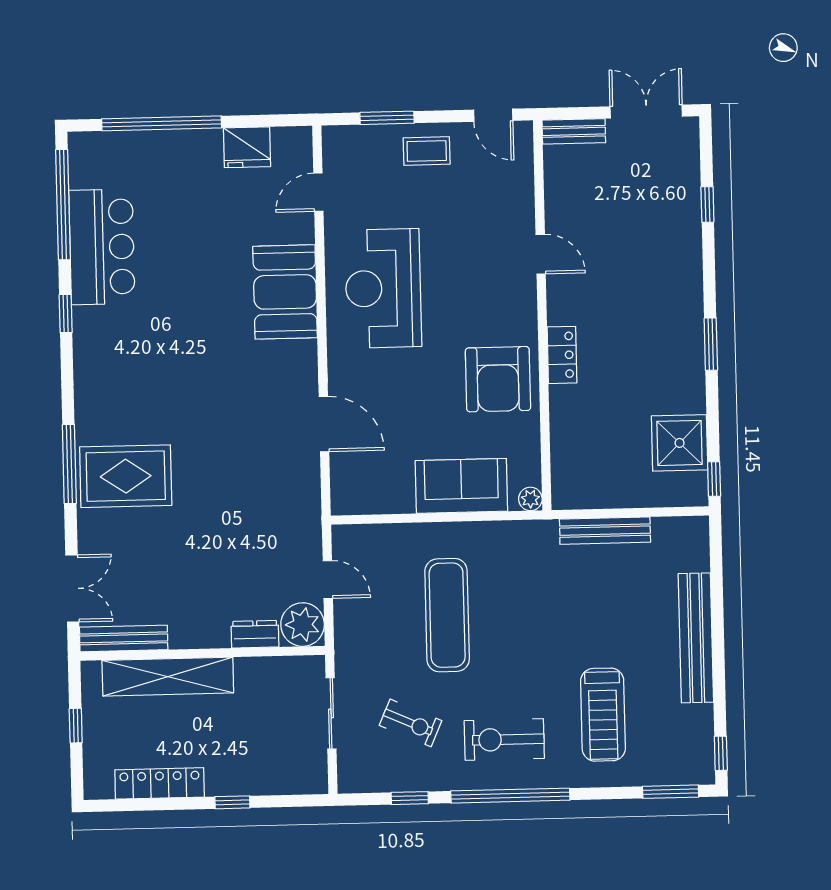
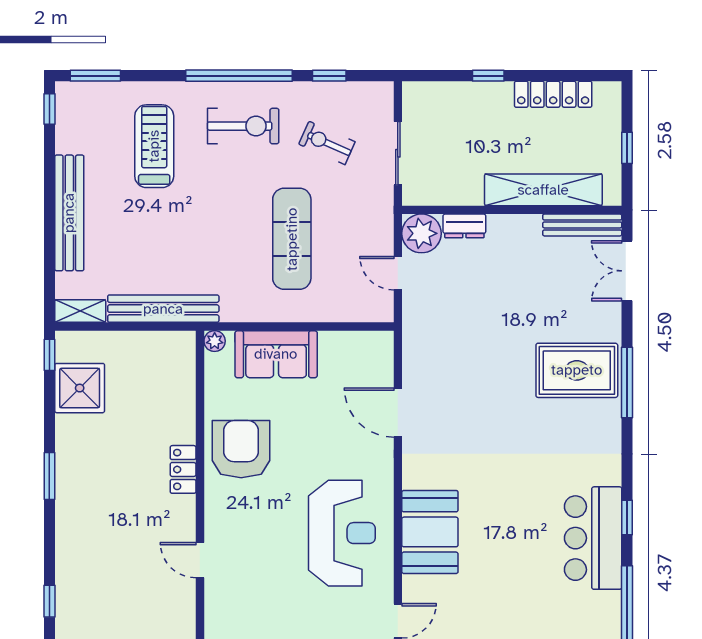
bar counter: (102, 247) -> (593, 538), moved
shelving: (681, 529) -> (80, 311), added
bench: (605, 531) -> (163, 309), width x1.37, depth x1.21

